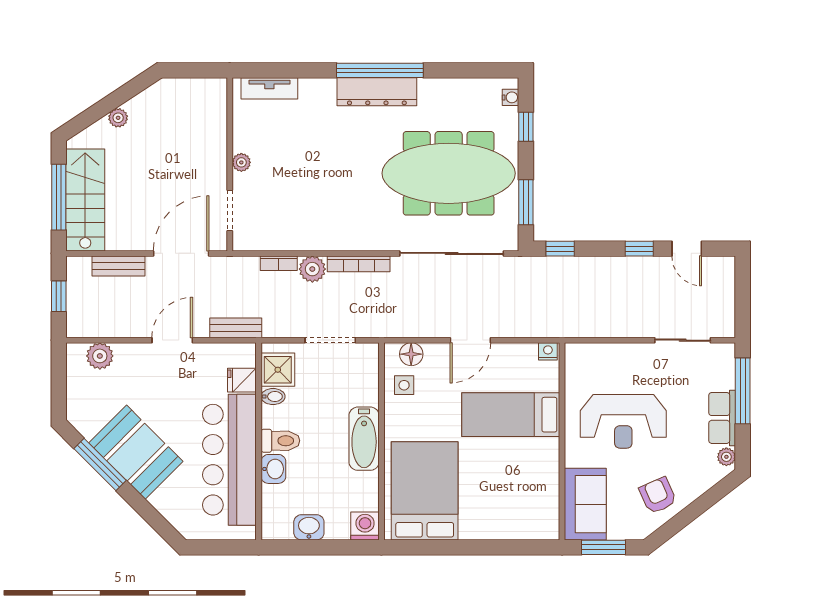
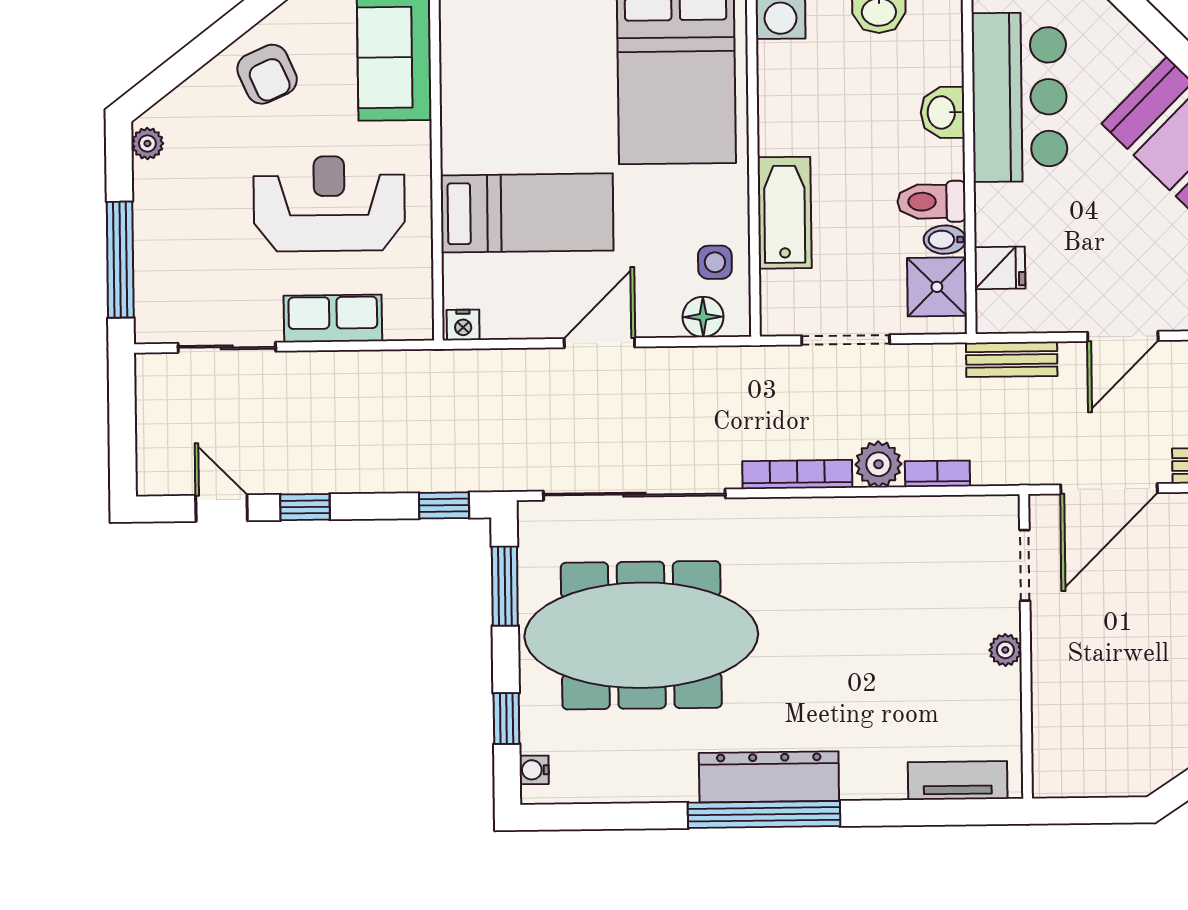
row of seats: (722, 418) -> (333, 318), moved, turned -90
bathtub: (364, 439) -> (785, 213), moved
toilet: (280, 441) -> (931, 202), moved
bar counter: (229, 460) -> (1019, 97), width x0.73

